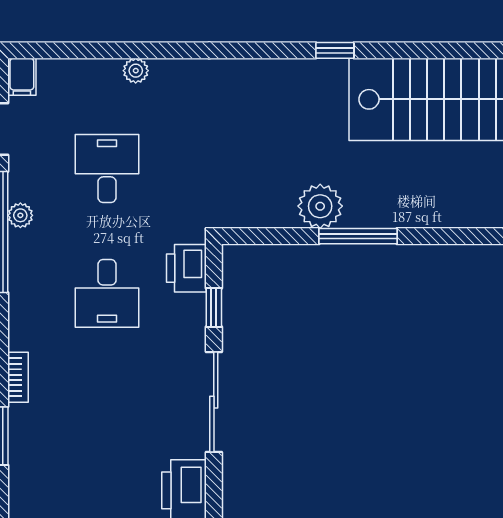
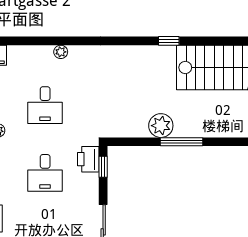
desk: (107, 169) -> (45, 105), turned 180
window: (214, 307) -> (103, 167), moved

